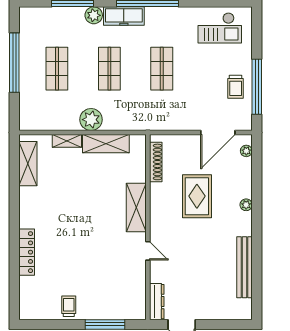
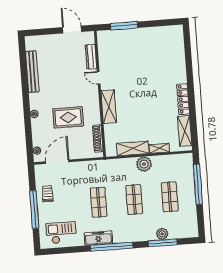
plant: (94, 15) -> (162, 234), moved
freezer: (124, 16) -> (98, 238), moved
window: (14, 63) -> (198, 184), moved
window: (257, 87) -> (34, 210), moved
rug: (197, 196) -> (68, 117), turned 90
locker: (27, 252) -> (183, 99), moved
dresser: (157, 302) -> (91, 57), moved
trolley: (69, 306) -> (150, 36), removed

